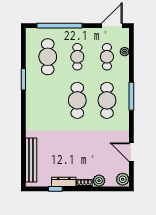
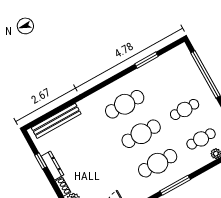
cafe table: (48, 57) -> (125, 104), moved
window: (23, 79) -> (147, 60), moved

